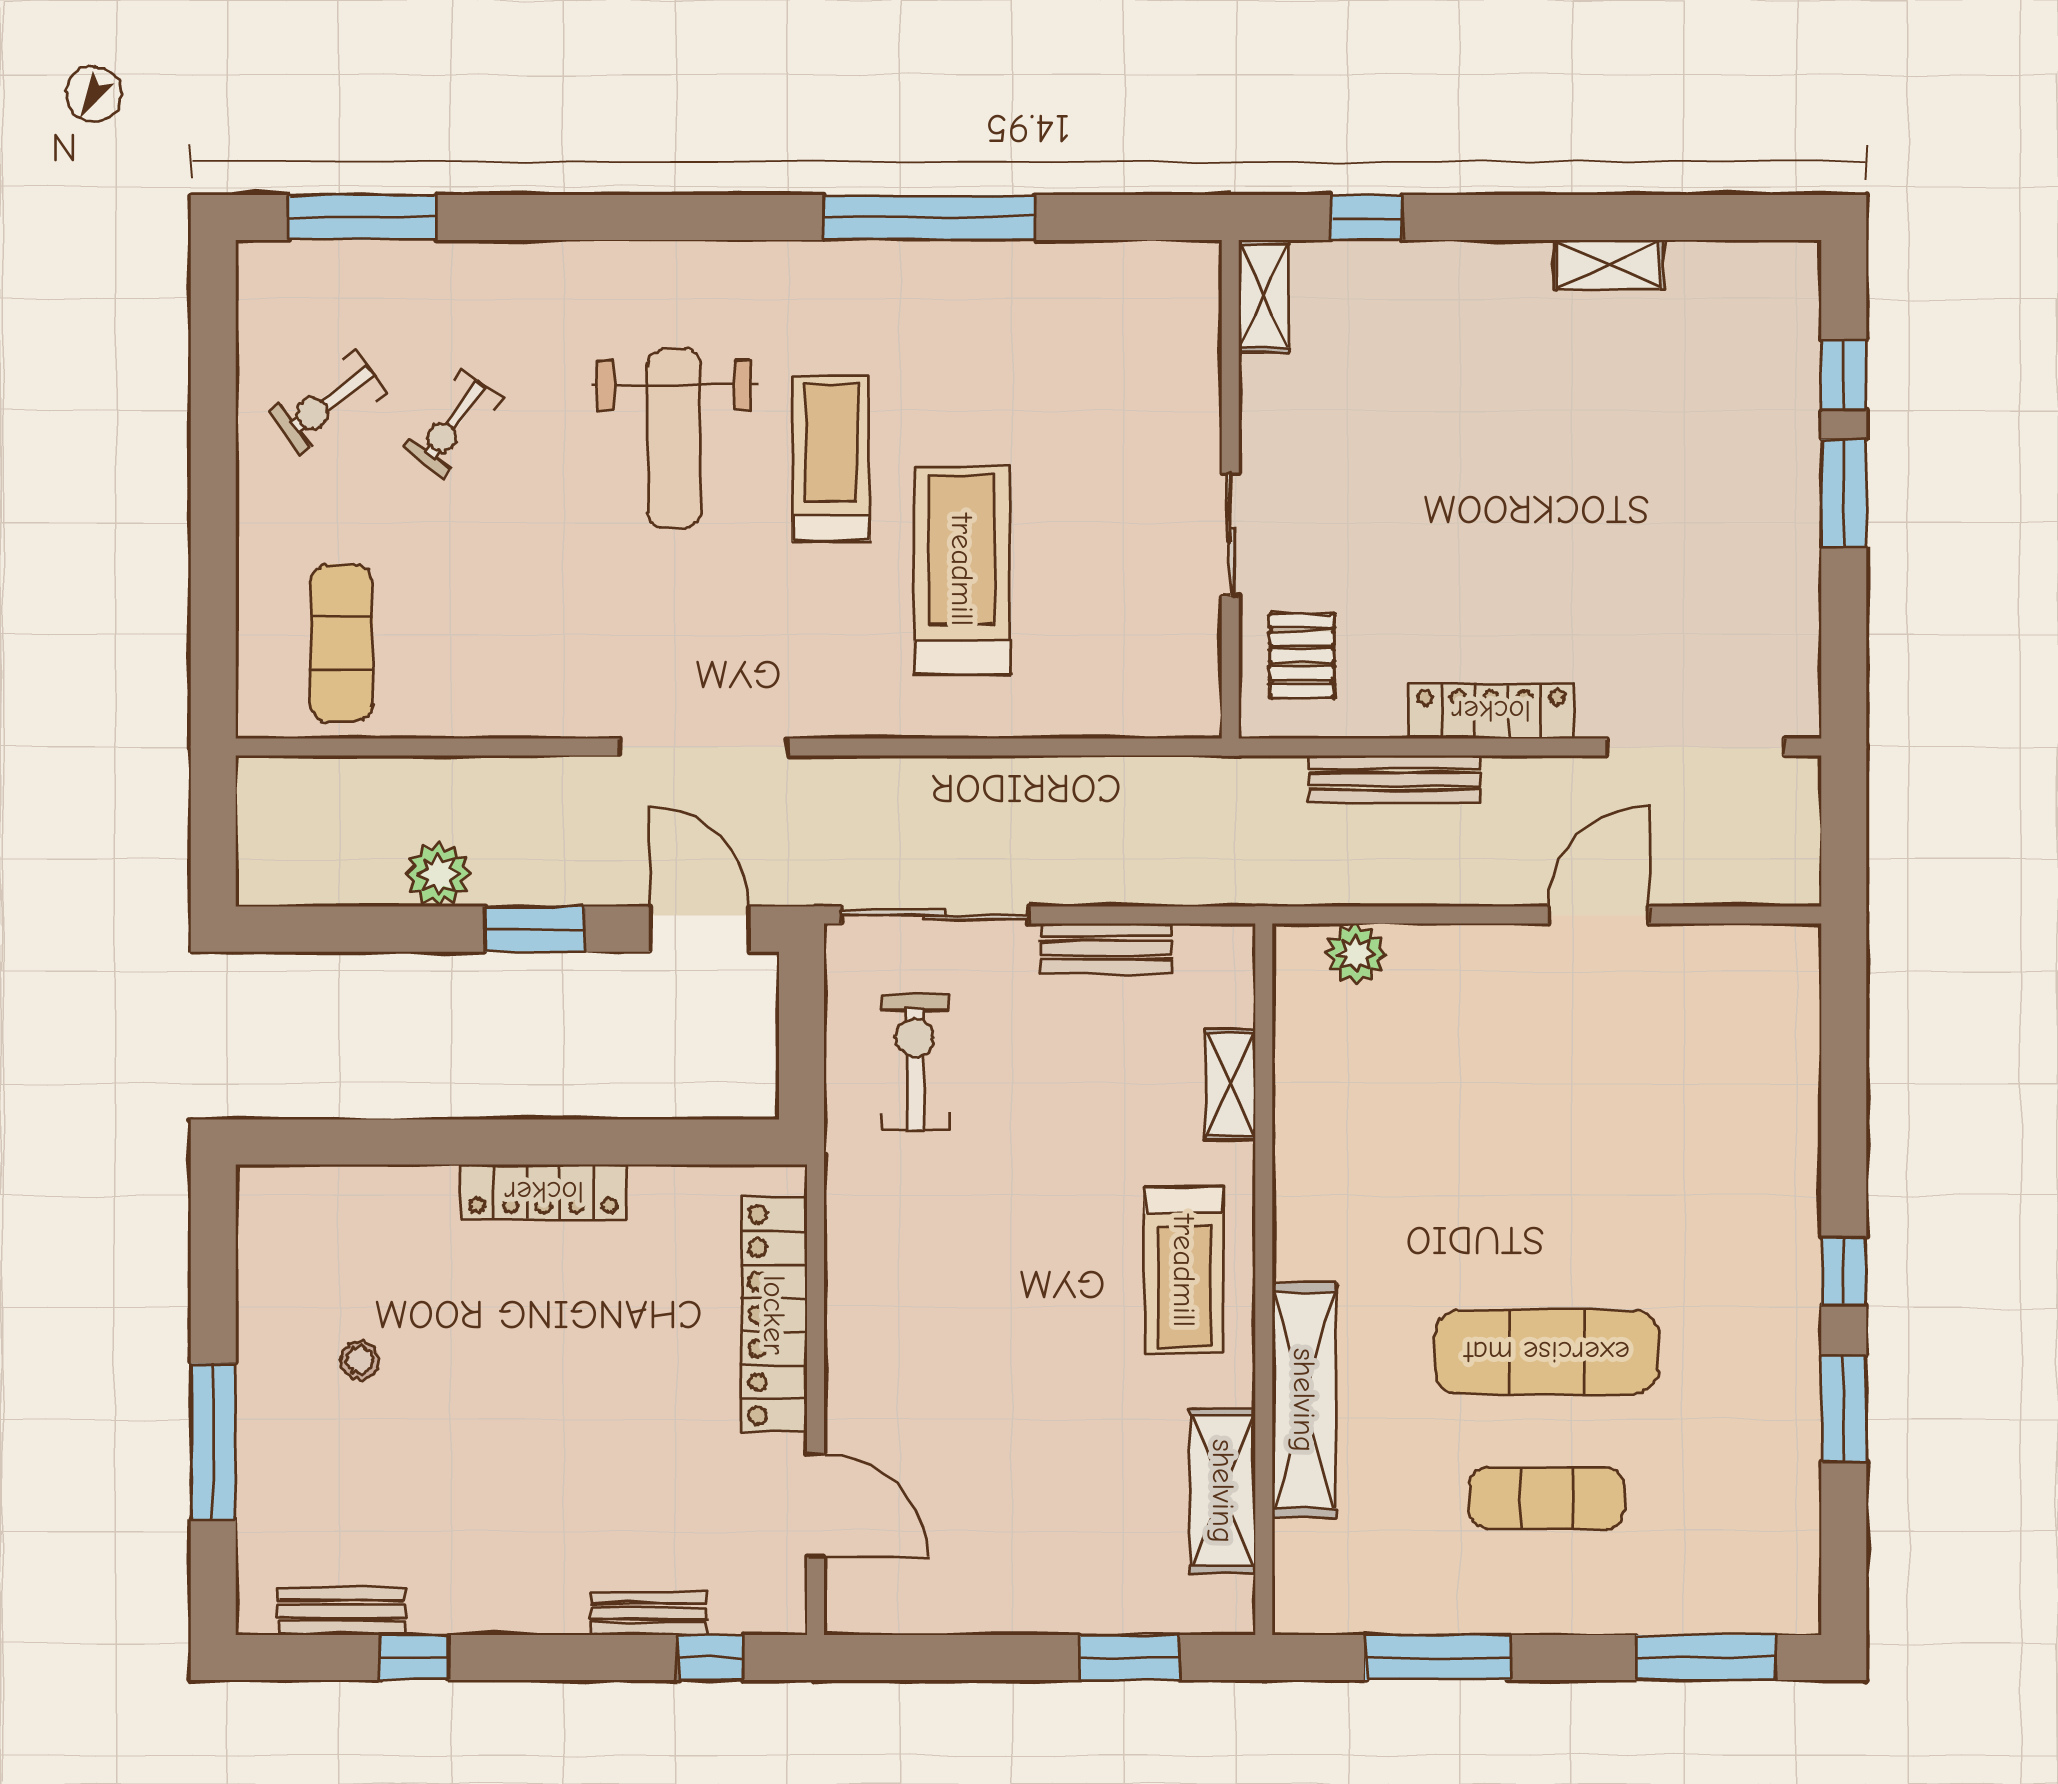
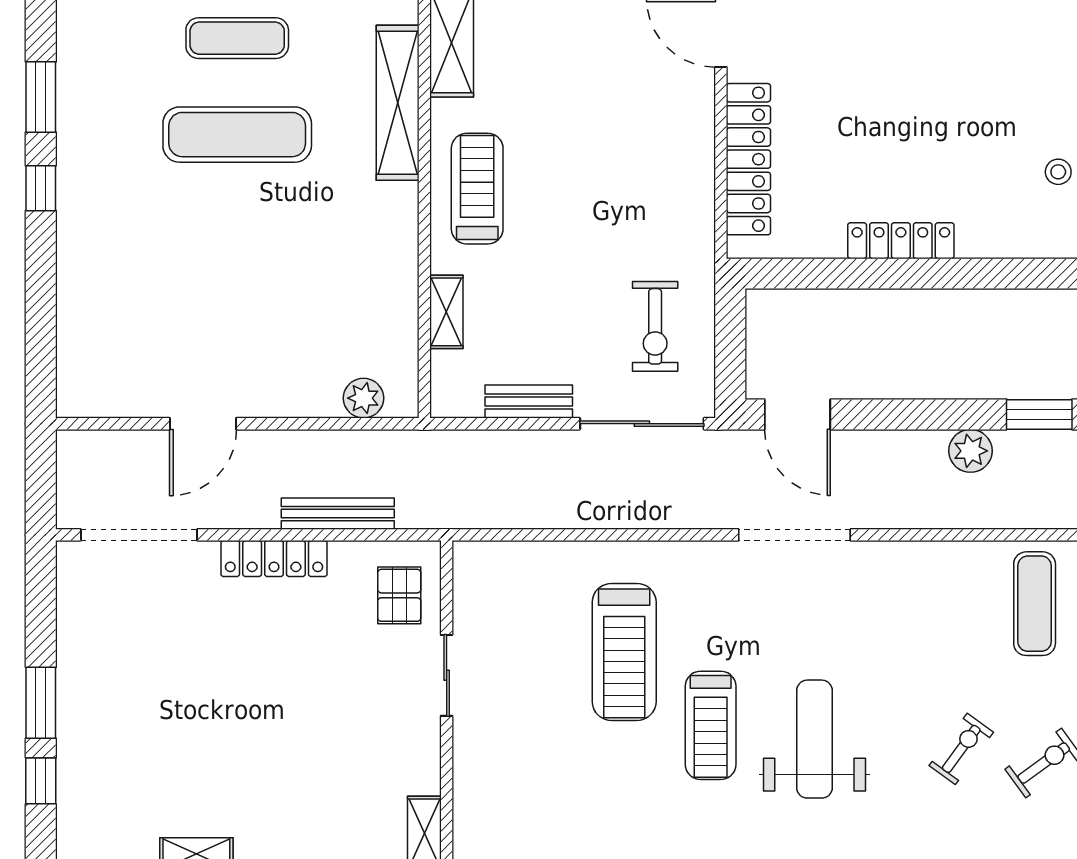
window: (535, 929) -> (1039, 414), moved
stool: (360, 1360) -> (1058, 172), moved

